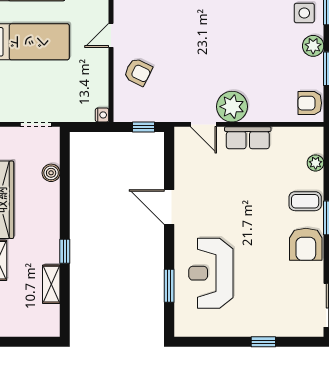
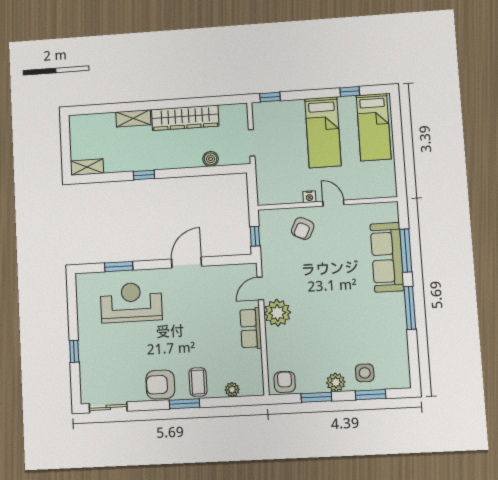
nightstand: (102, 115) -> (309, 197), moved
shelving: (51, 284) -> (87, 167), moved

